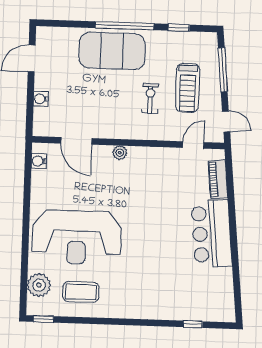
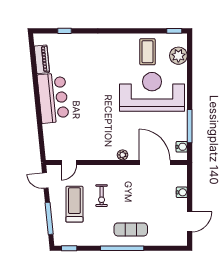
window: (179, 28) -> (69, 248), moved
exercise mat: (112, 51) -> (131, 229), width x0.50, depth x0.69
door: (76, 141) -> (155, 162), width x1.36
piano: (218, 179) -> (42, 59), moved
window: (27, 189) -> (190, 126), added
coffee table: (81, 292) -> (147, 52), turned 90

